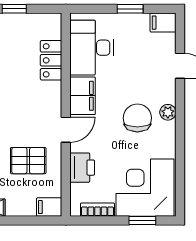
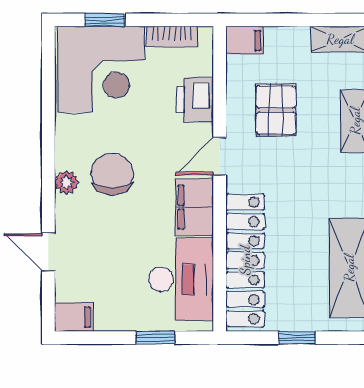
window: (130, 9) -> (155, 338), moved
locker: (51, 60) -> (245, 260), width x2.16, depth x1.21
chair: (137, 118) -> (112, 174), turned 180
pallet: (28, 161) -> (276, 110), turned 90

